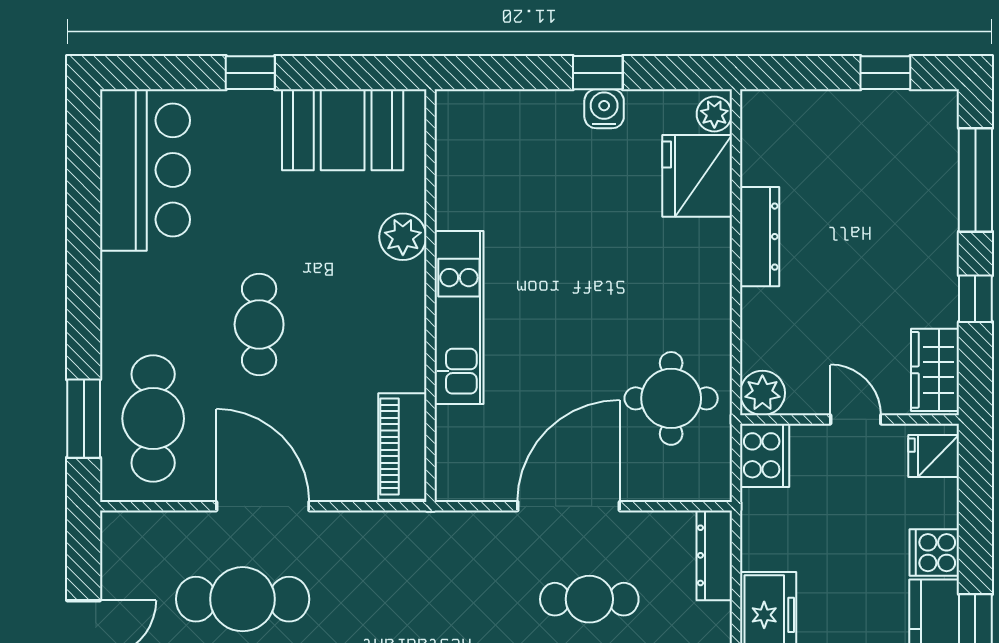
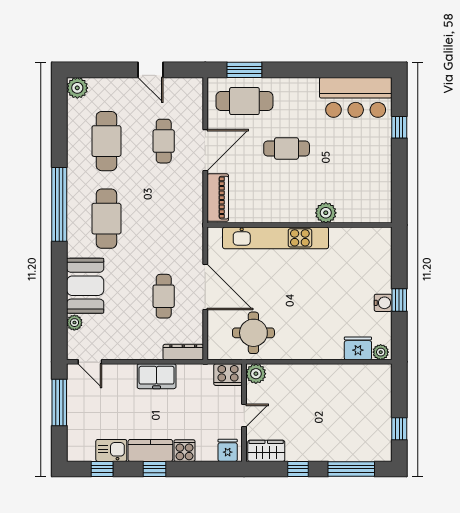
window: (250, 73) -> (399, 127), moved
booth: (343, 130) -> (374, 186), removed
fridge: (697, 176) -> (358, 348), width x0.73, depth x0.75
dresser: (760, 237) -> (326, 372), removed
kitchen unit: (459, 317) -> (276, 238), width x1.36
piano: (402, 447) -> (218, 198), moved, turned 90
cafe table: (243, 599) -> (164, 141), width x0.73, depth x0.74

